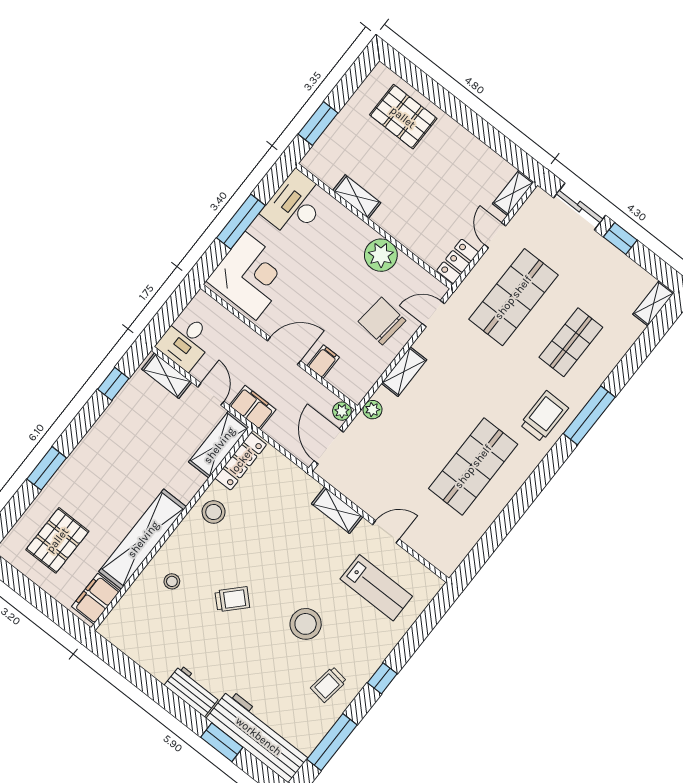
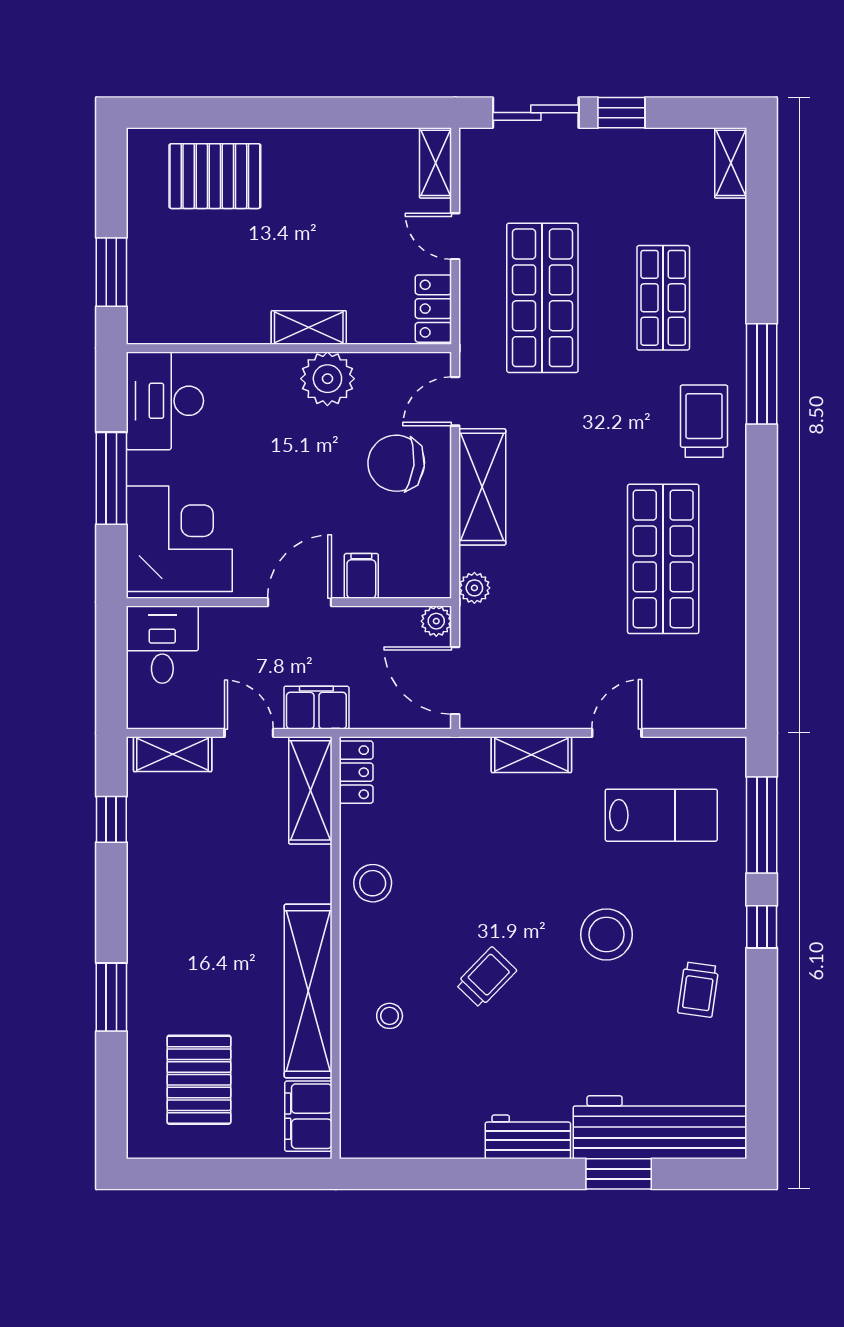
shelving: (357, 197) -> (309, 327), moved
desk: (186, 342) -> (162, 645), moved, turned 180
shelving: (404, 372) -> (482, 487), width x1.50, depth x1.33
locker: (241, 461) -> (356, 772), width x0.66
window: (332, 742) -> (762, 825), moved

